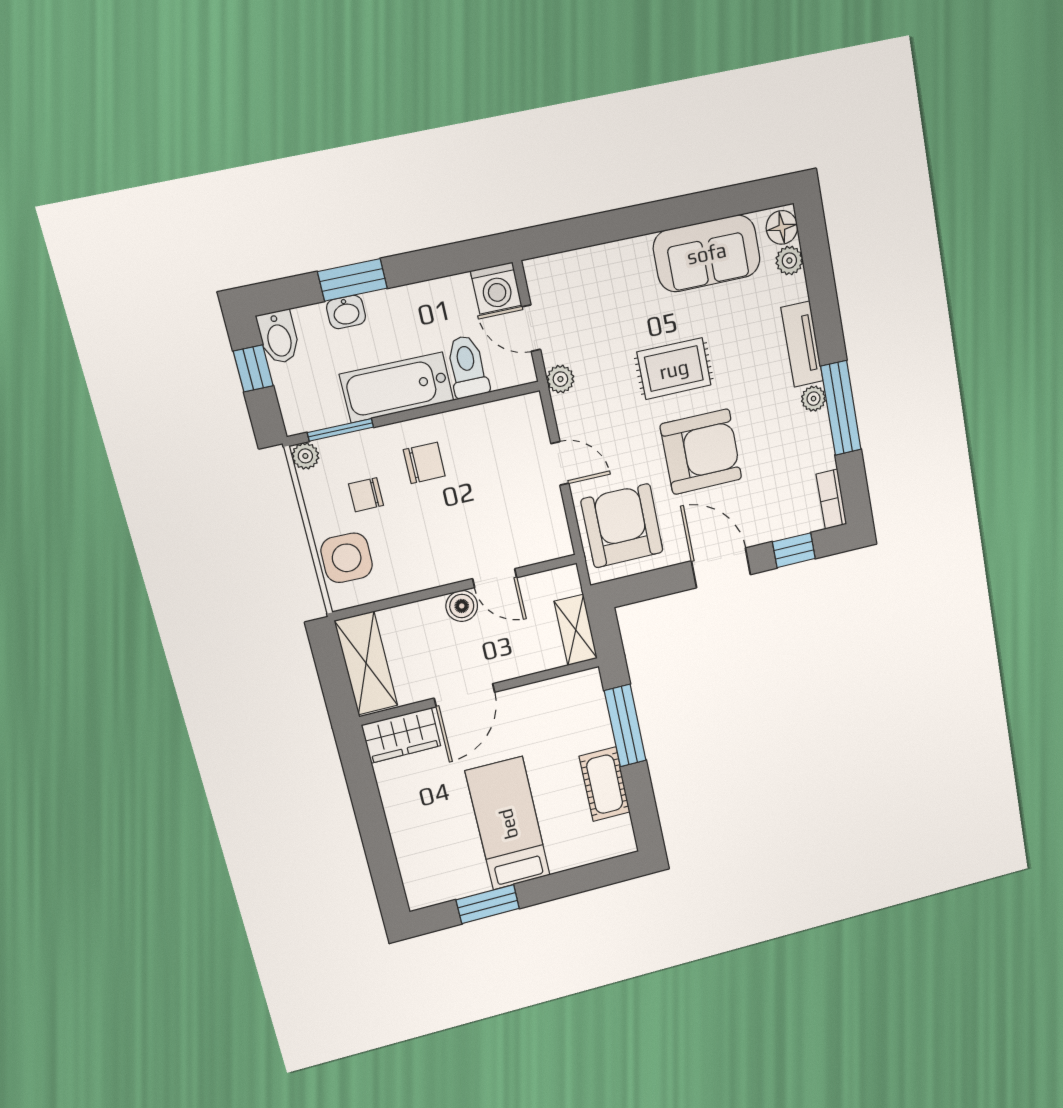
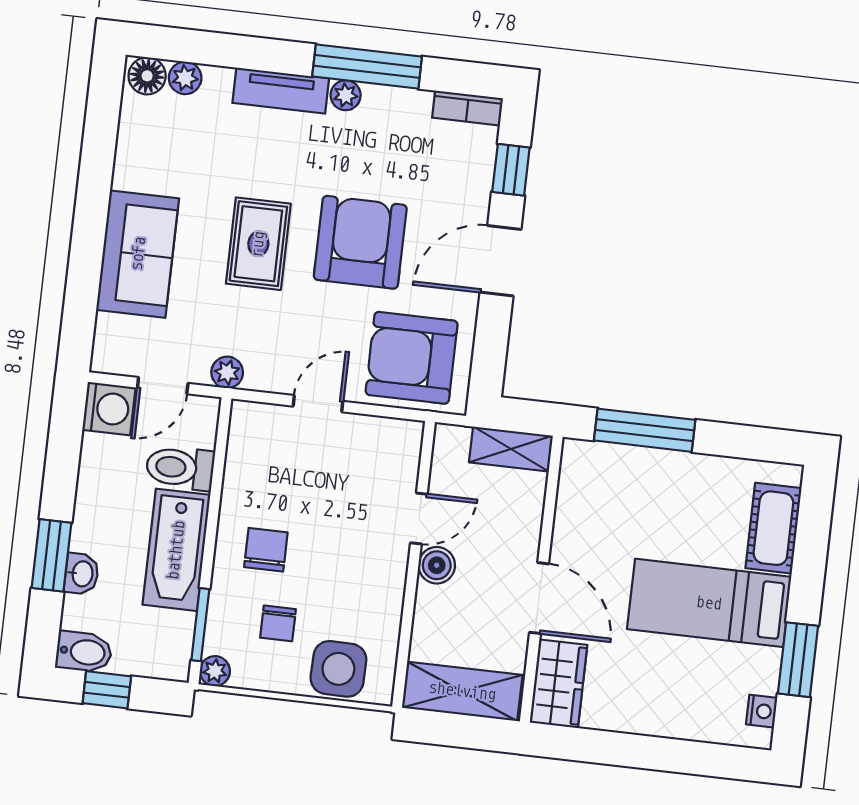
sofa: (707, 253) -> (138, 254), moved
cot: (605, 784) -> (773, 528), moved, turned 90
nightstand: (438, 894) -> (762, 711), added

